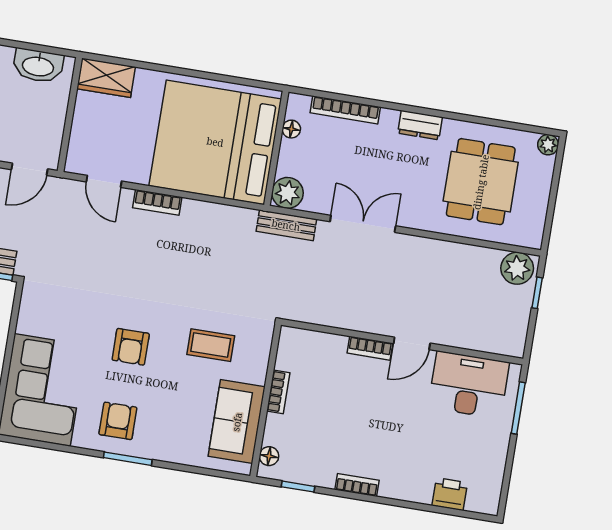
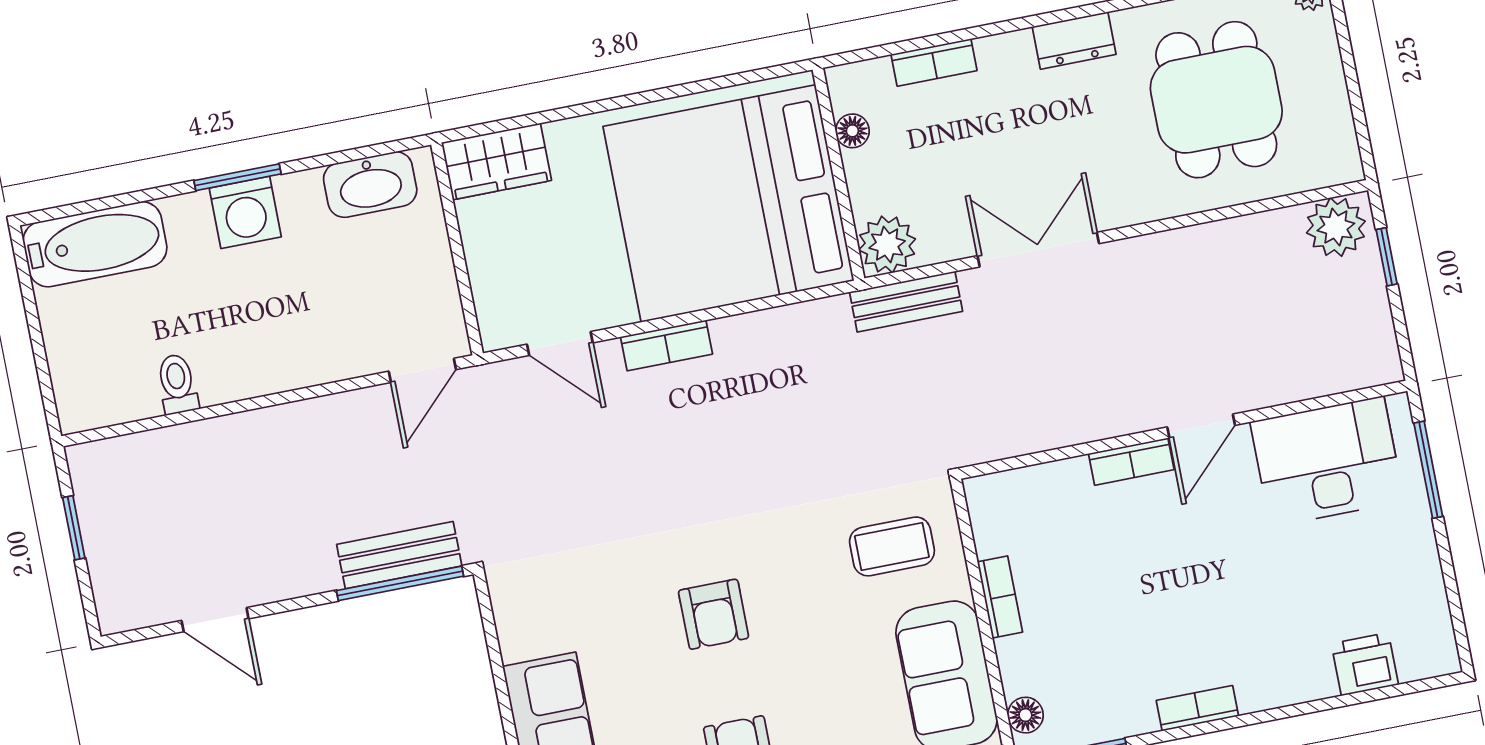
bookcase: (345, 110) -> (934, 62), width x0.64
coffee table: (211, 345) -> (892, 546), moved

